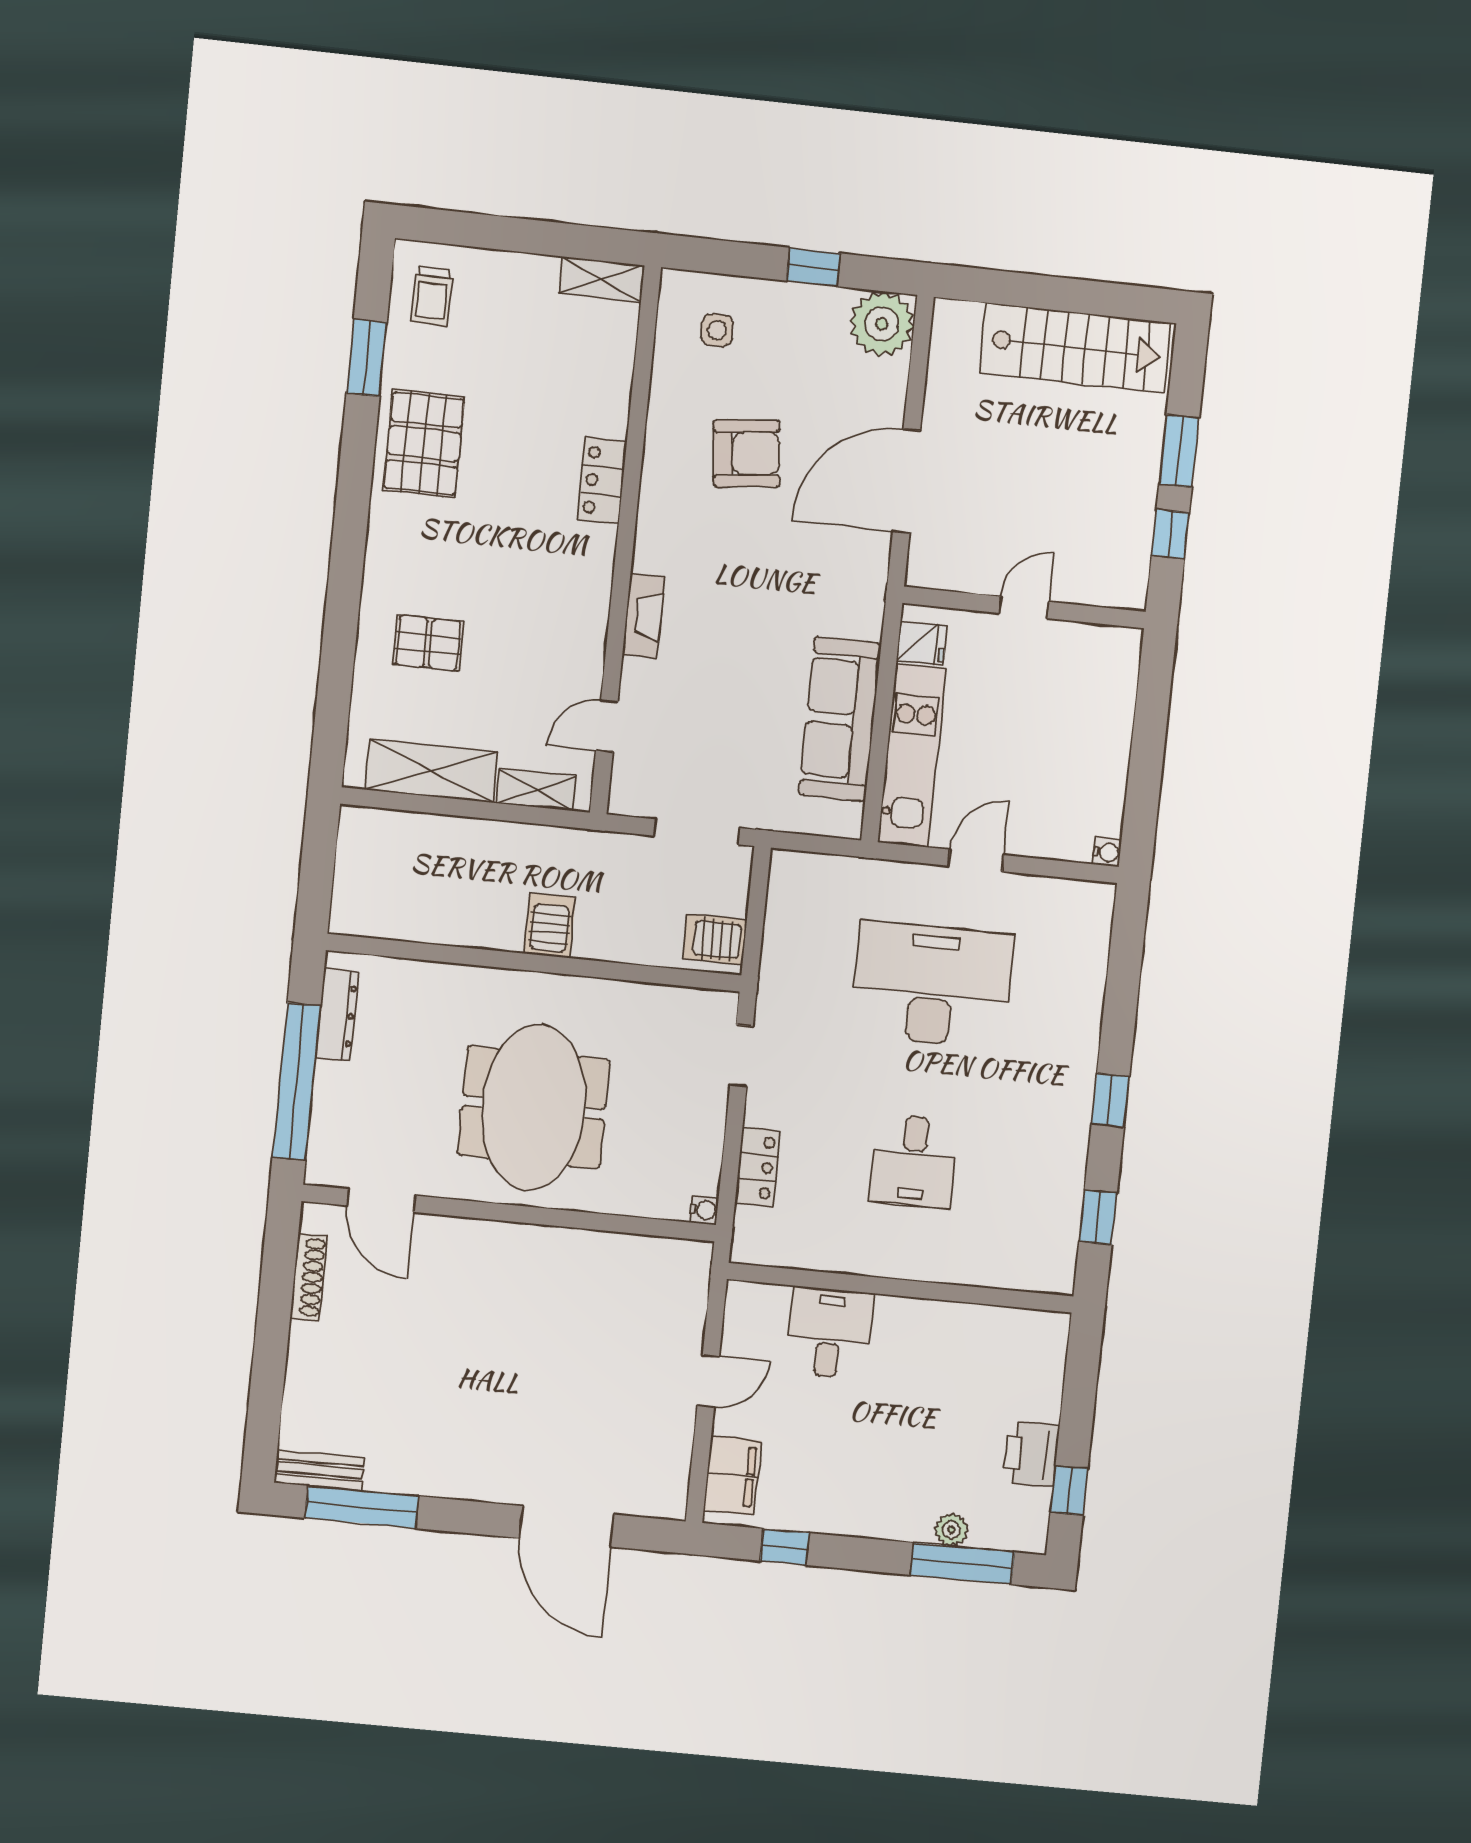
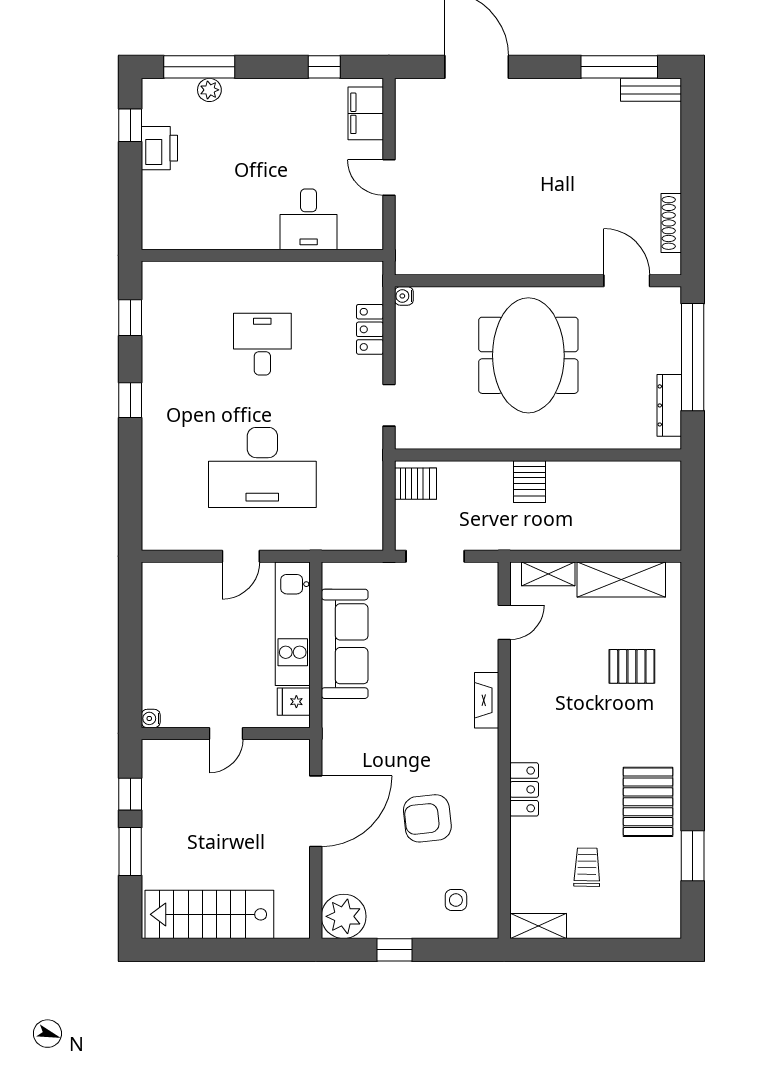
trolley: (432, 296) -> (587, 867), moved
water cooler: (1107, 852) -> (151, 718), moved
door: (708, 1381) -> (389, 178), hinge flipped

